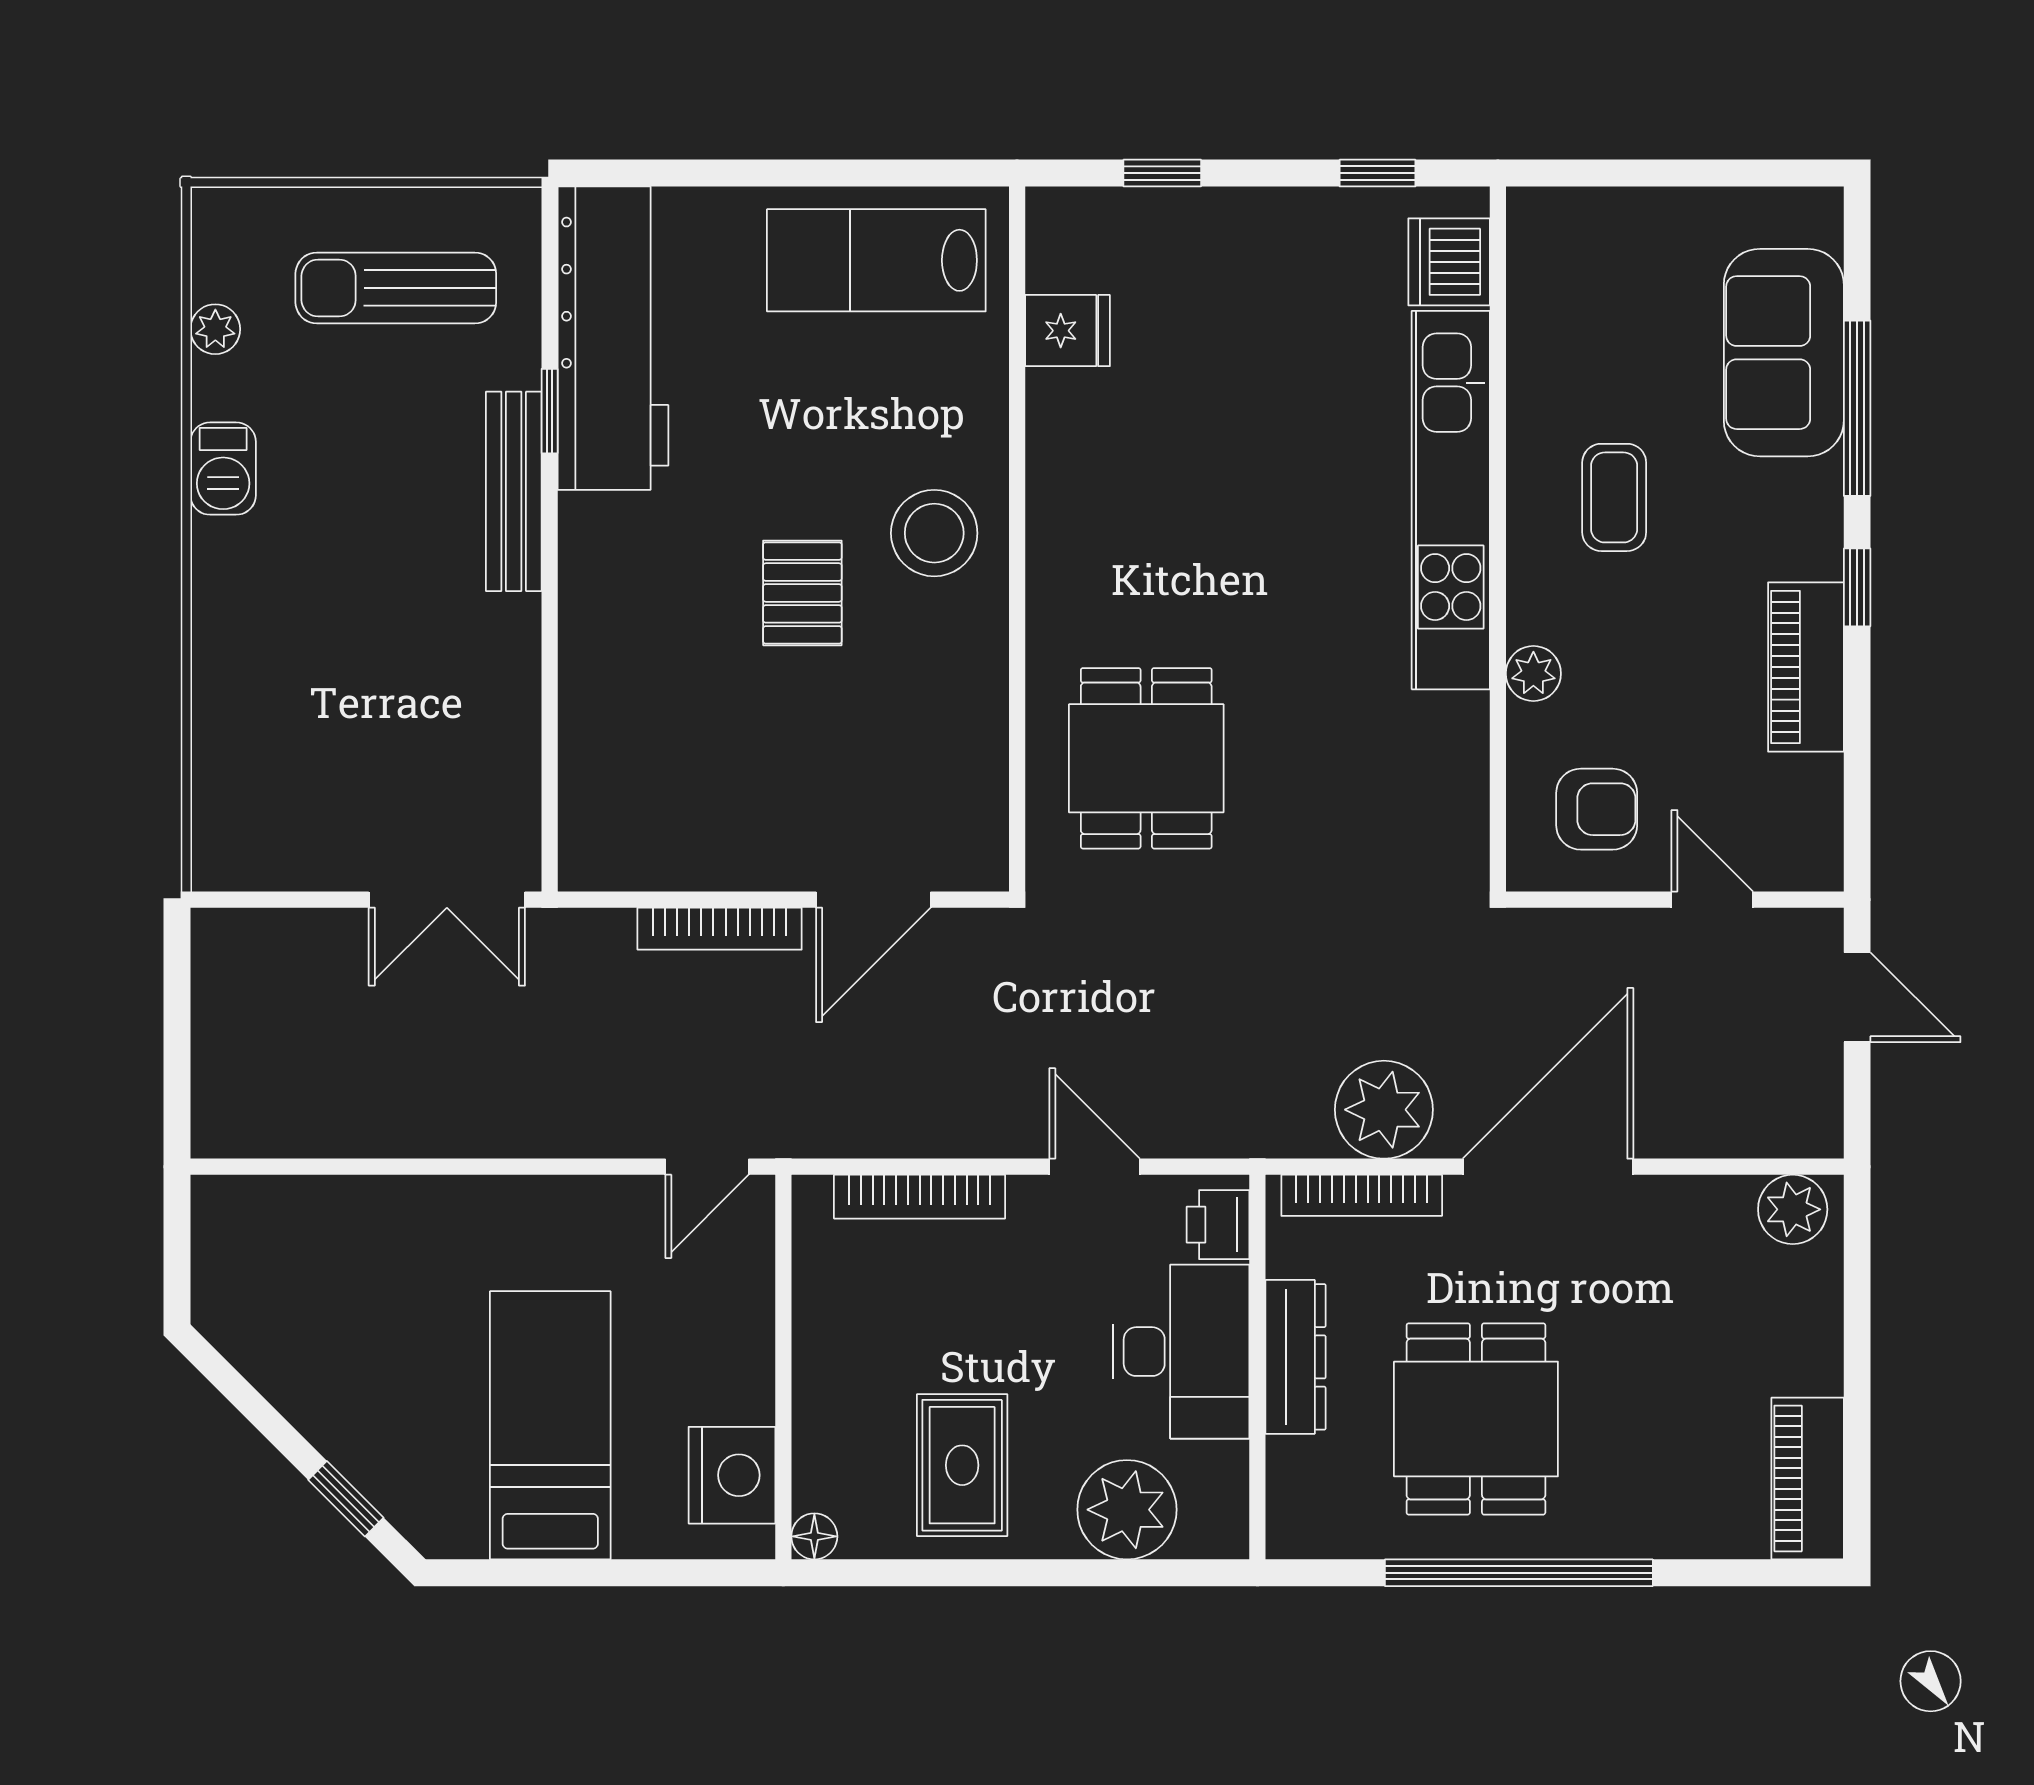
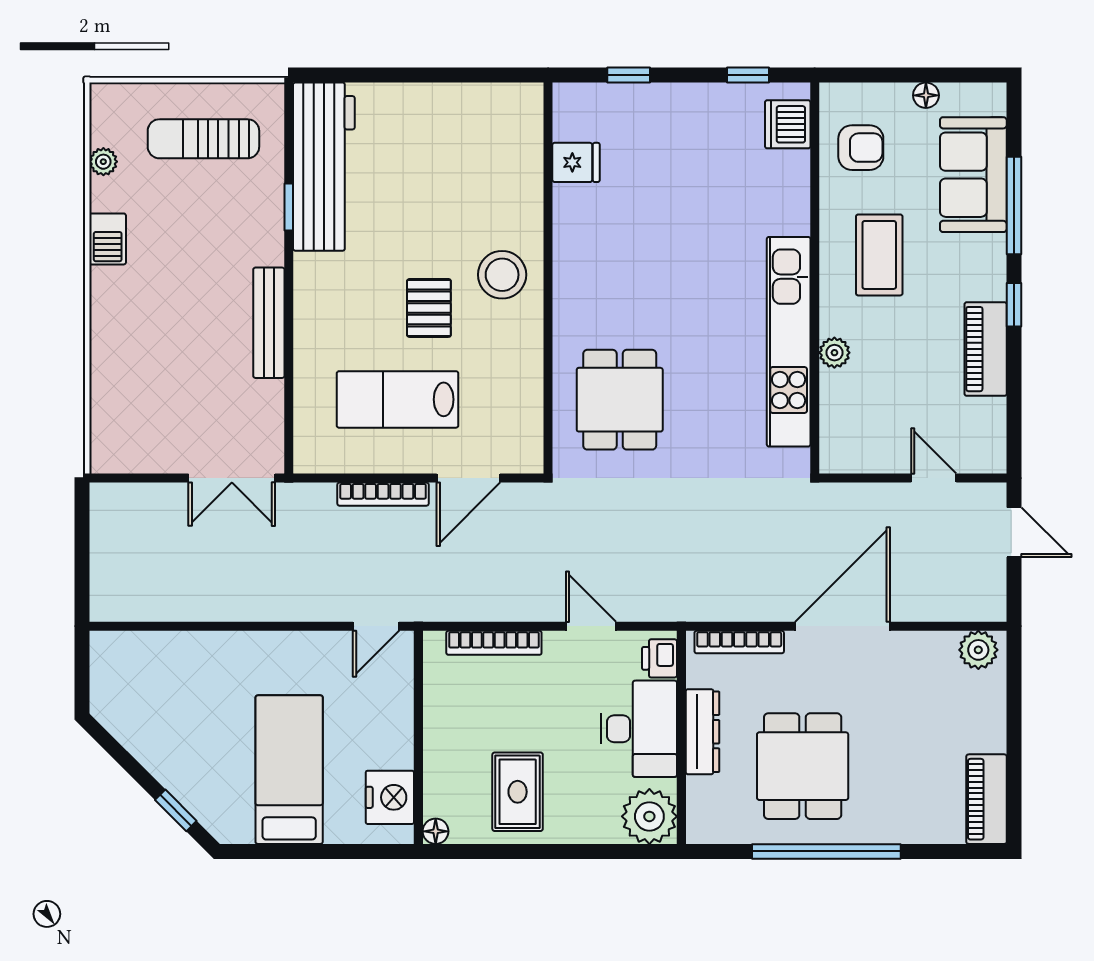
floor lamp: (1698, 210) -> (926, 95), added
lab bench: (876, 260) -> (398, 399), moved
bench: (514, 491) -> (269, 323), moved
coffee table: (1614, 497) -> (879, 255), width x1.36, depth x1.30
kitchen unit: (1451, 500) -> (789, 342), moved
armchair: (1597, 809) -> (861, 148), moved
plant: (1384, 1110) -> (752, 595), removed
plant: (1127, 1510) -> (649, 816), moved

